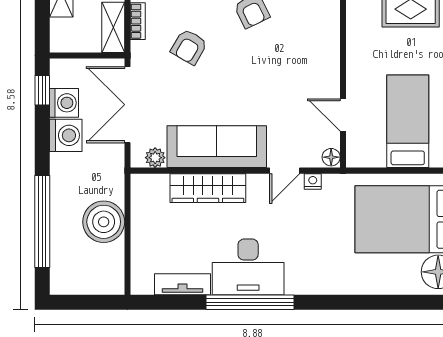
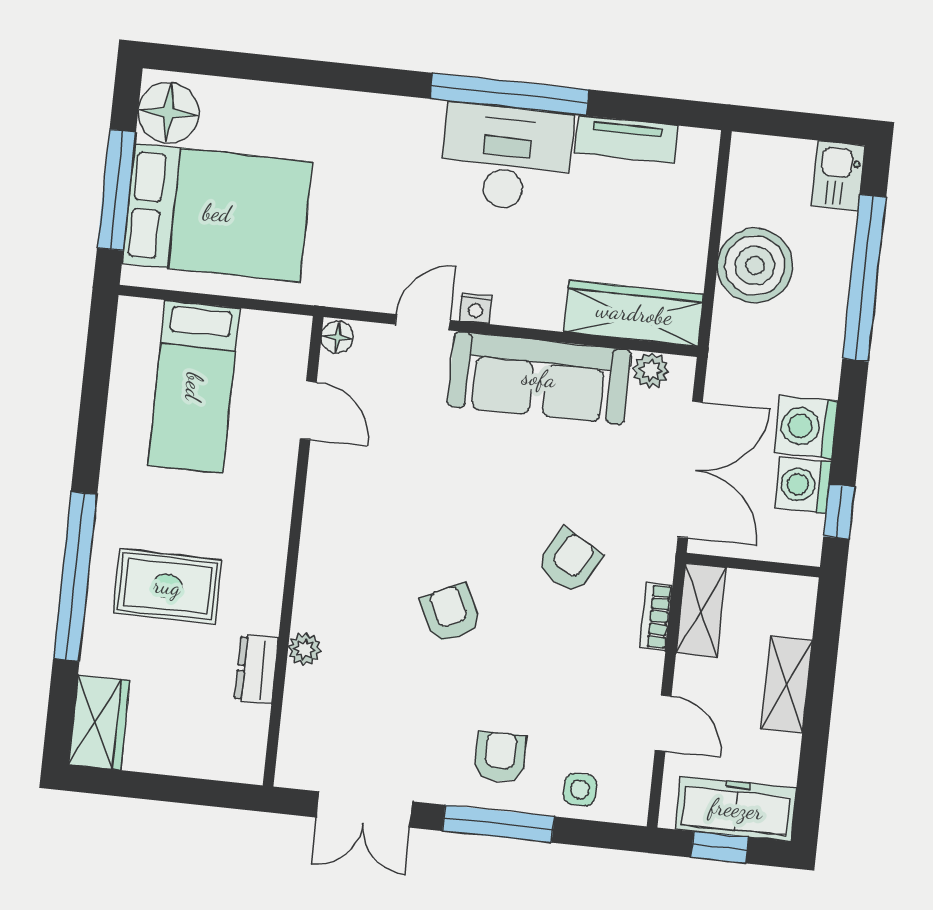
nightstand: (313, 181) -> (476, 308), moved
wardrobe: (208, 188) -> (634, 313), moved
kitchen sink: (63, 277) -> (838, 176), added

